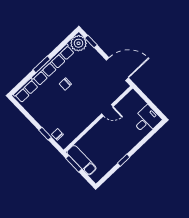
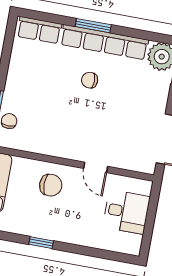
desk: (147, 120) -> (126, 212), moved
chair: (101, 137) -> (51, 185), added

